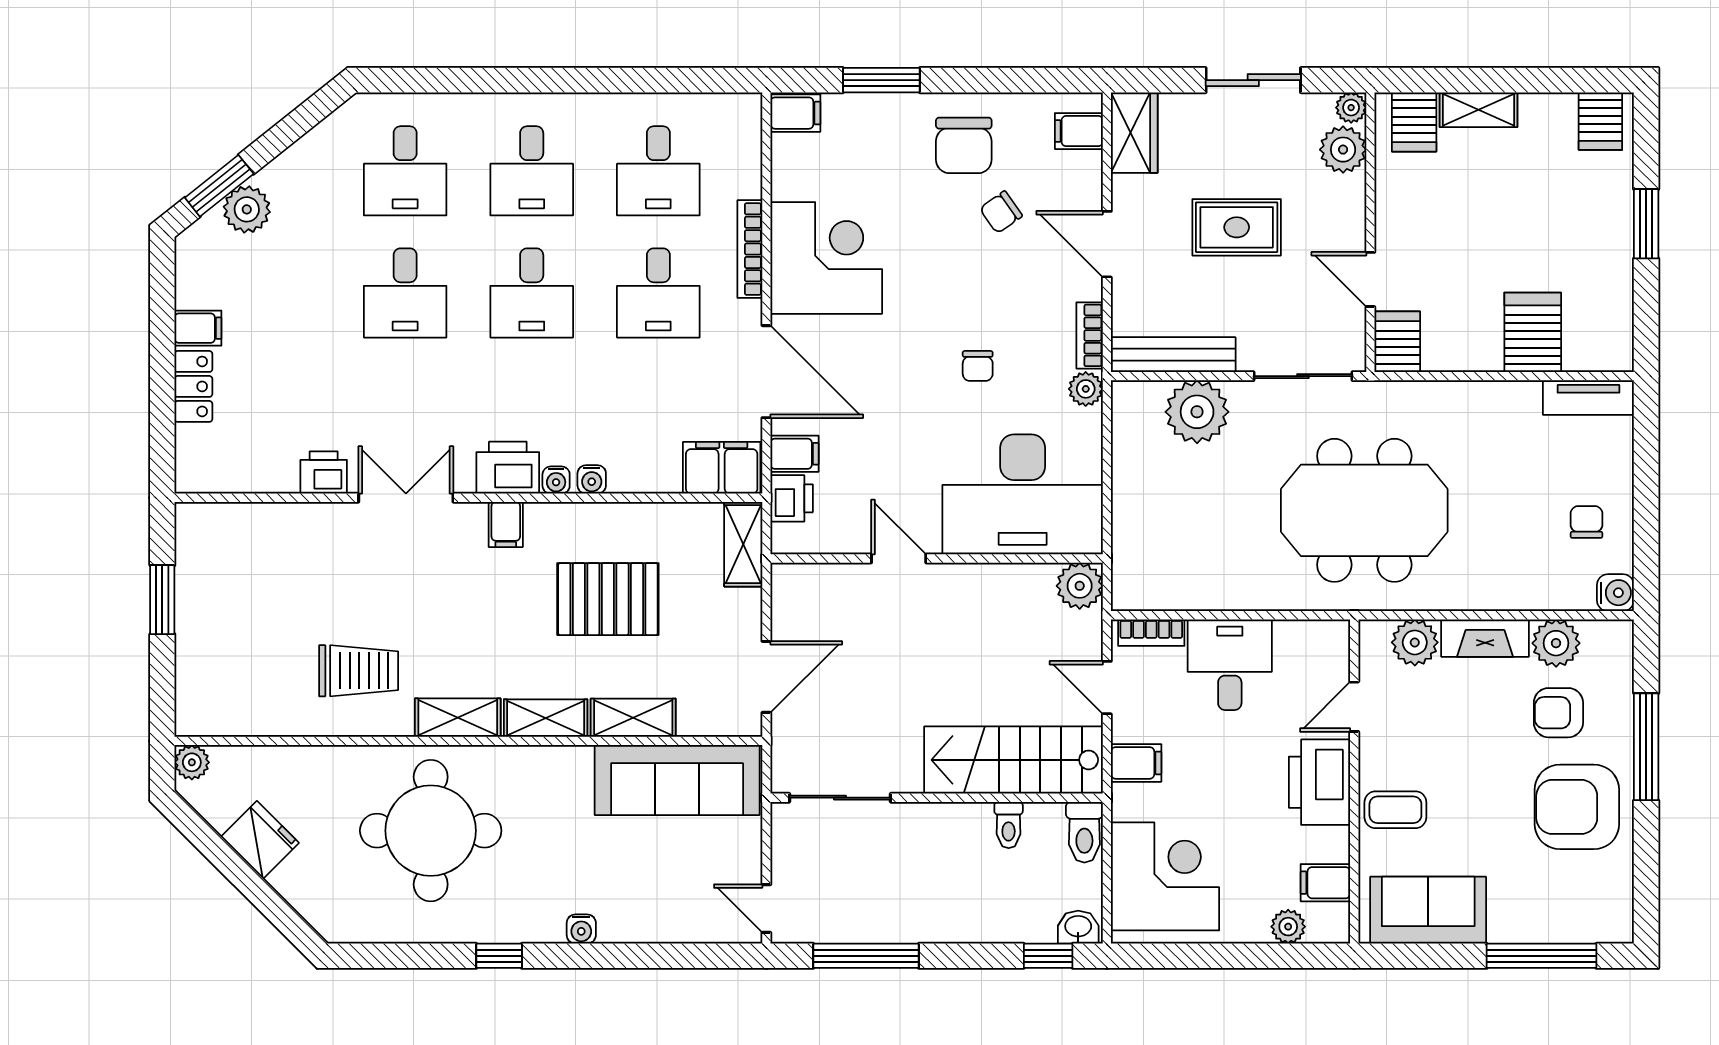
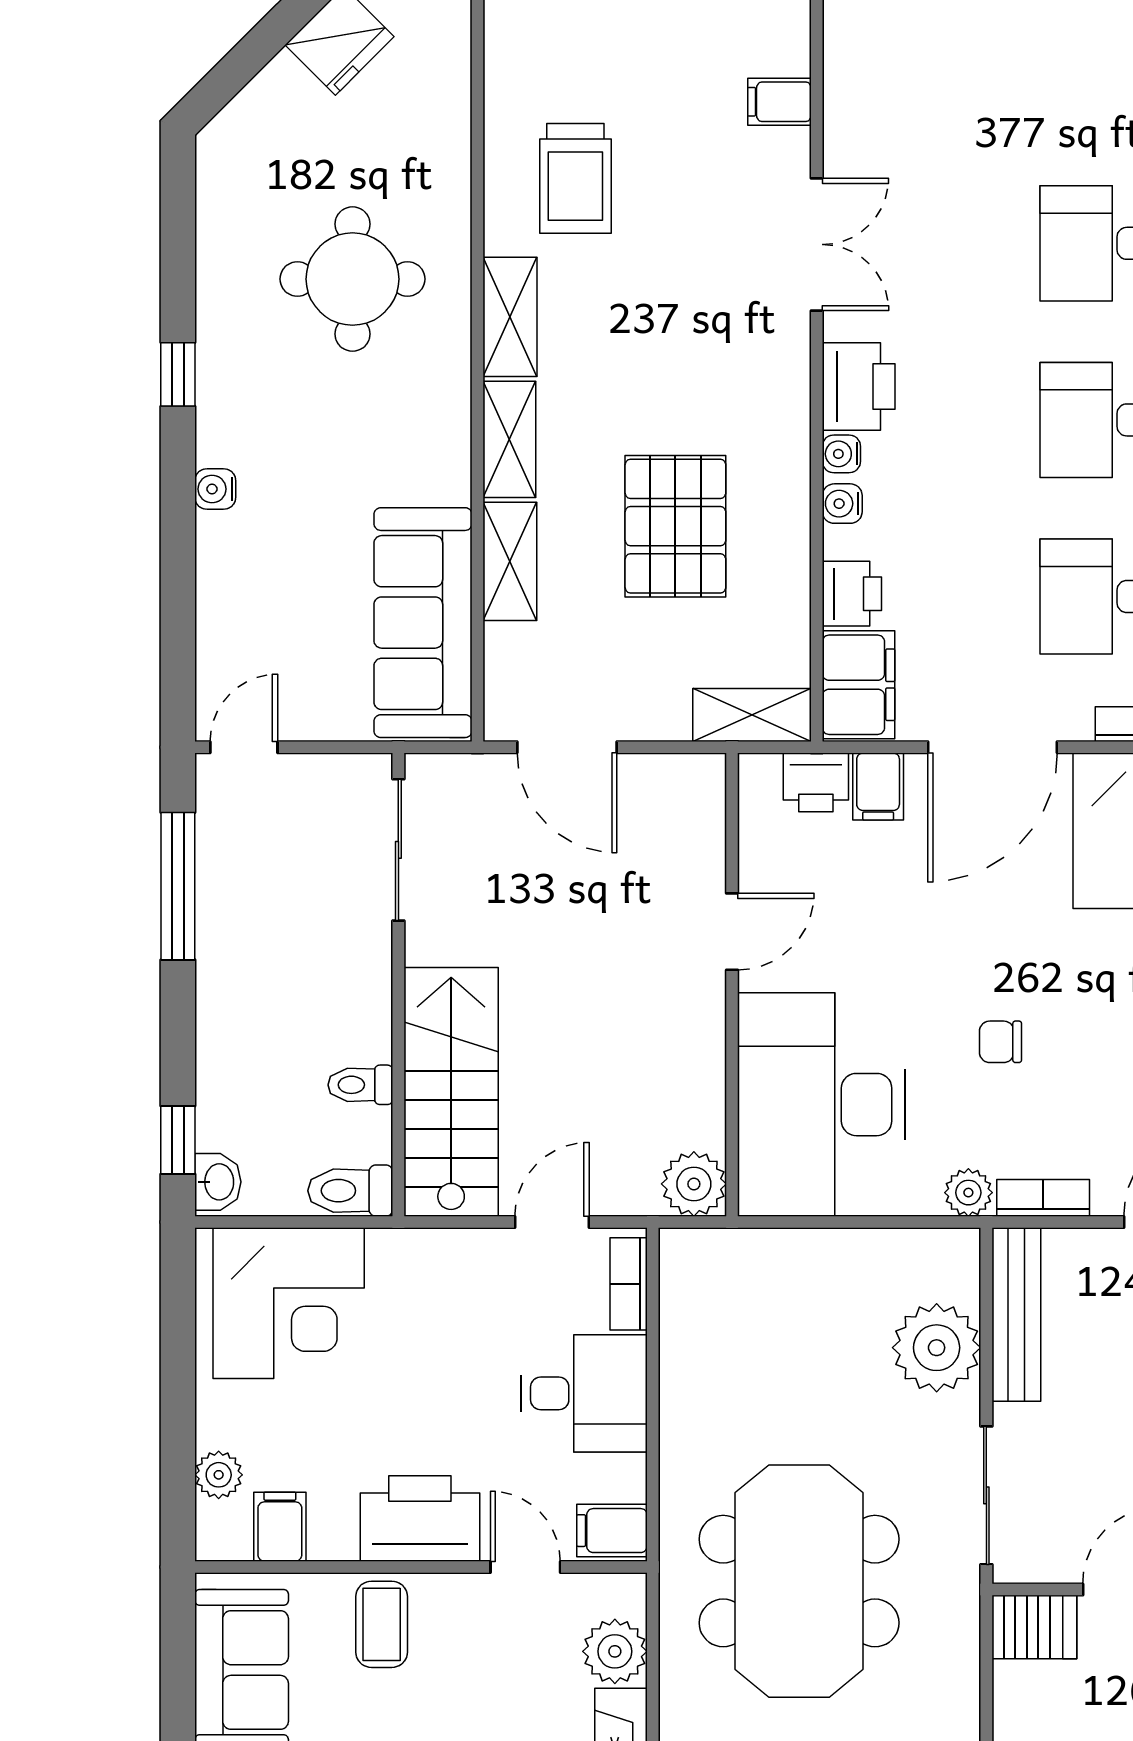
printer: (324, 472) -> (852, 594), moved
filing cabinet: (506, 524) -> (779, 102), moved
filing cabinet: (1136, 763) -> (612, 1531), moved, turned 90
round table: (431, 831) -> (352, 279), width x0.73, depth x0.73

